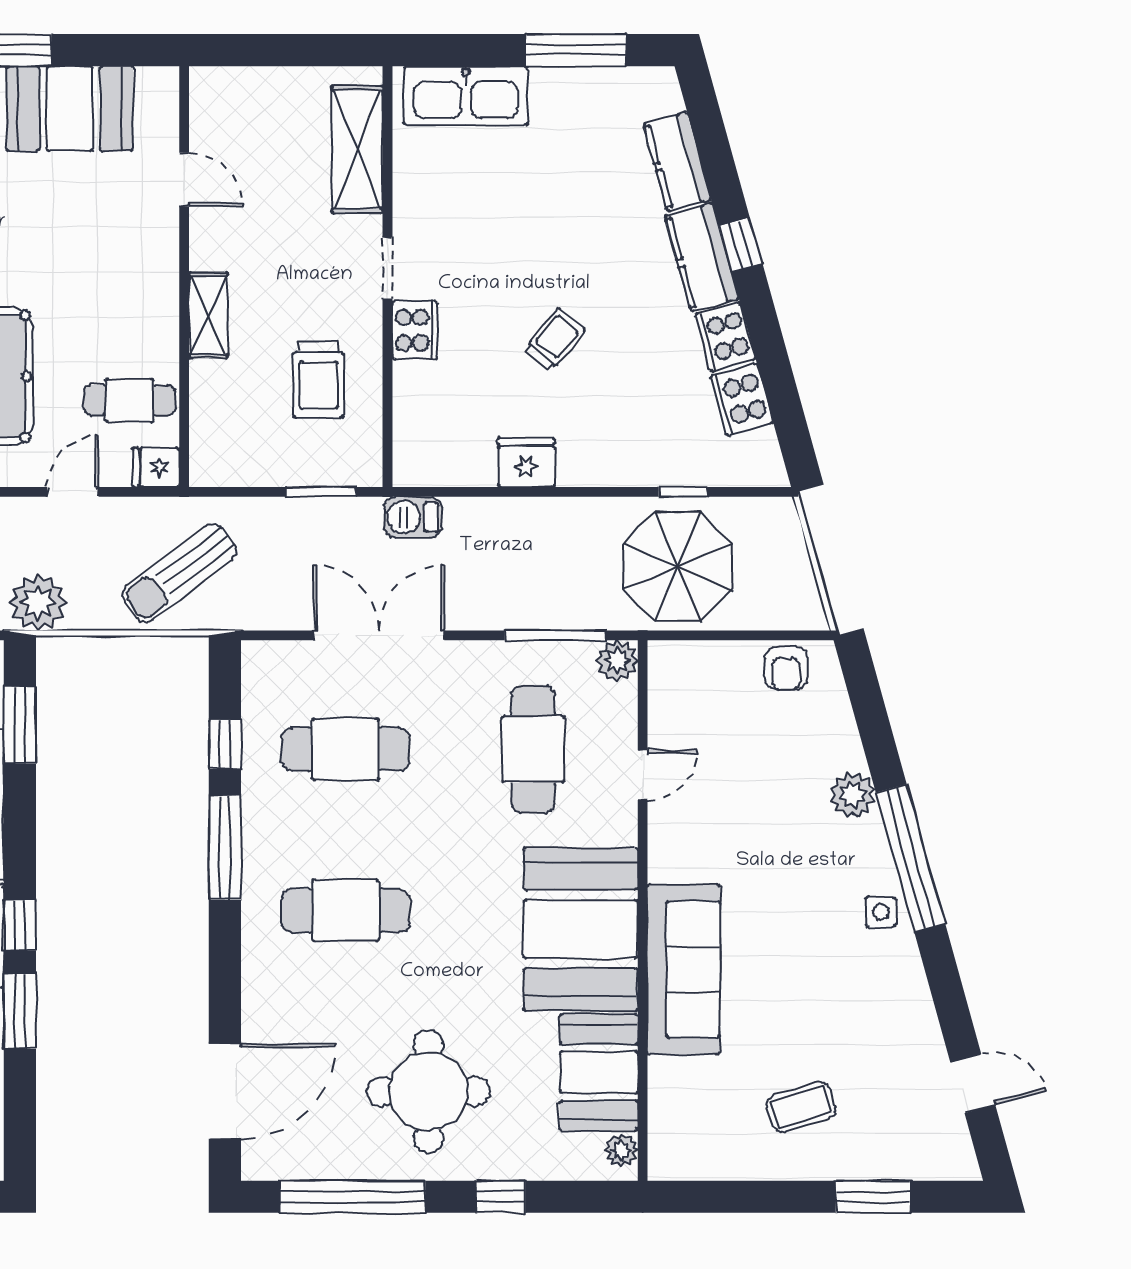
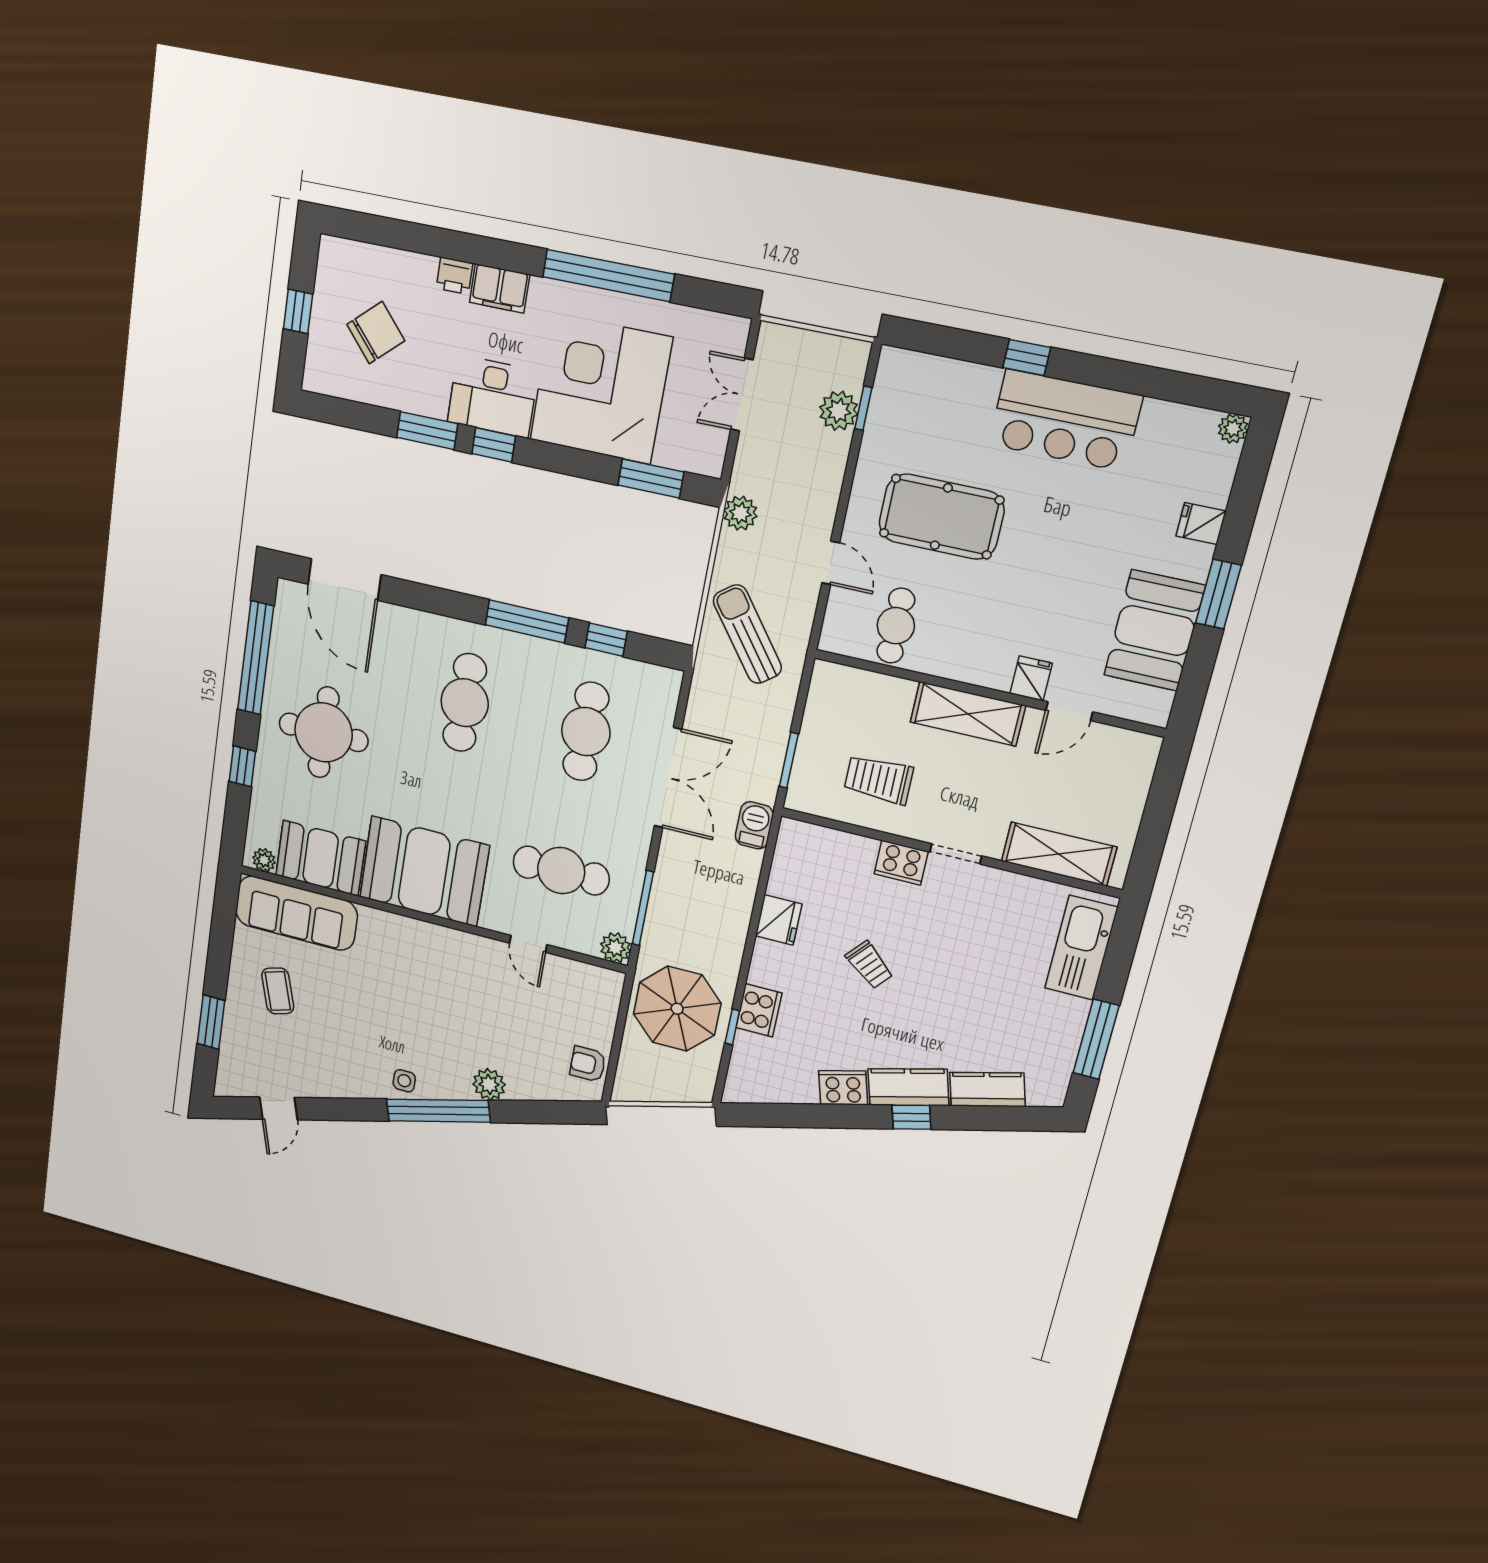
shelving: (208, 315) -> (968, 714), width x1.50, depth x1.33
cooker: (742, 399) -> (759, 1010), moved, turned 105
fridge: (156, 467) -> (1031, 678), moved
plant: (38, 602) -> (740, 513), width x0.73, depth x0.73
sofa: (684, 969) -> (296, 913), moved

